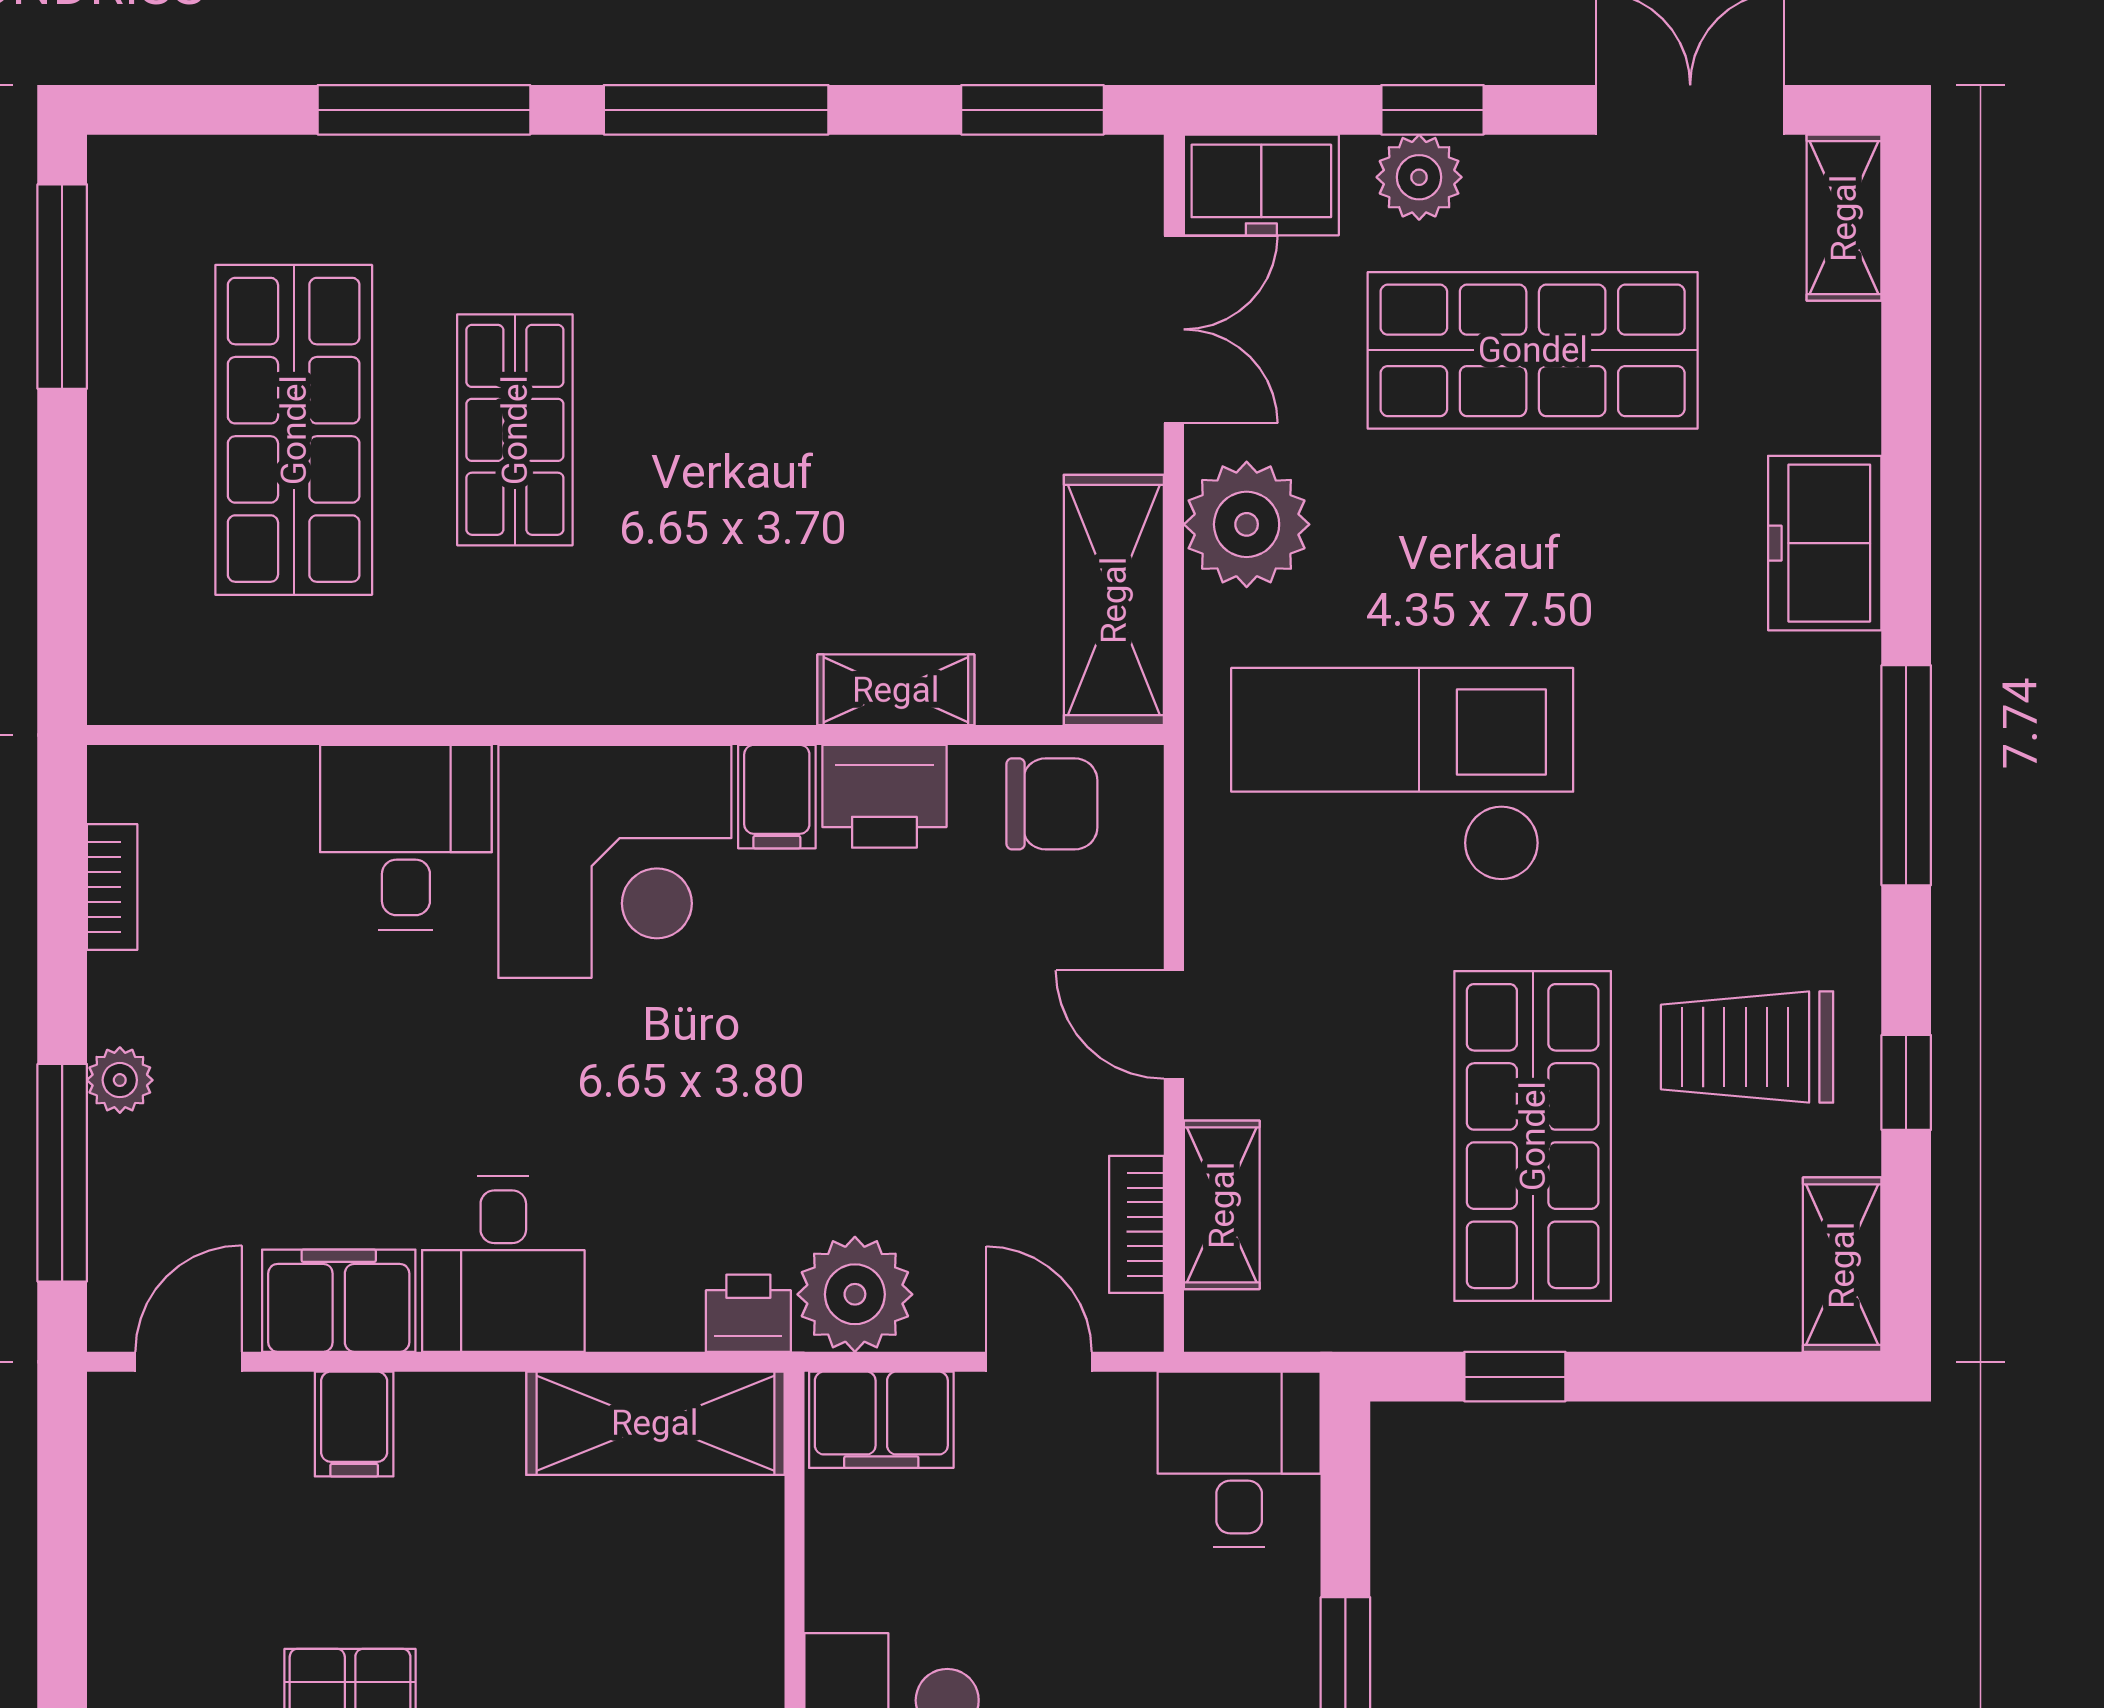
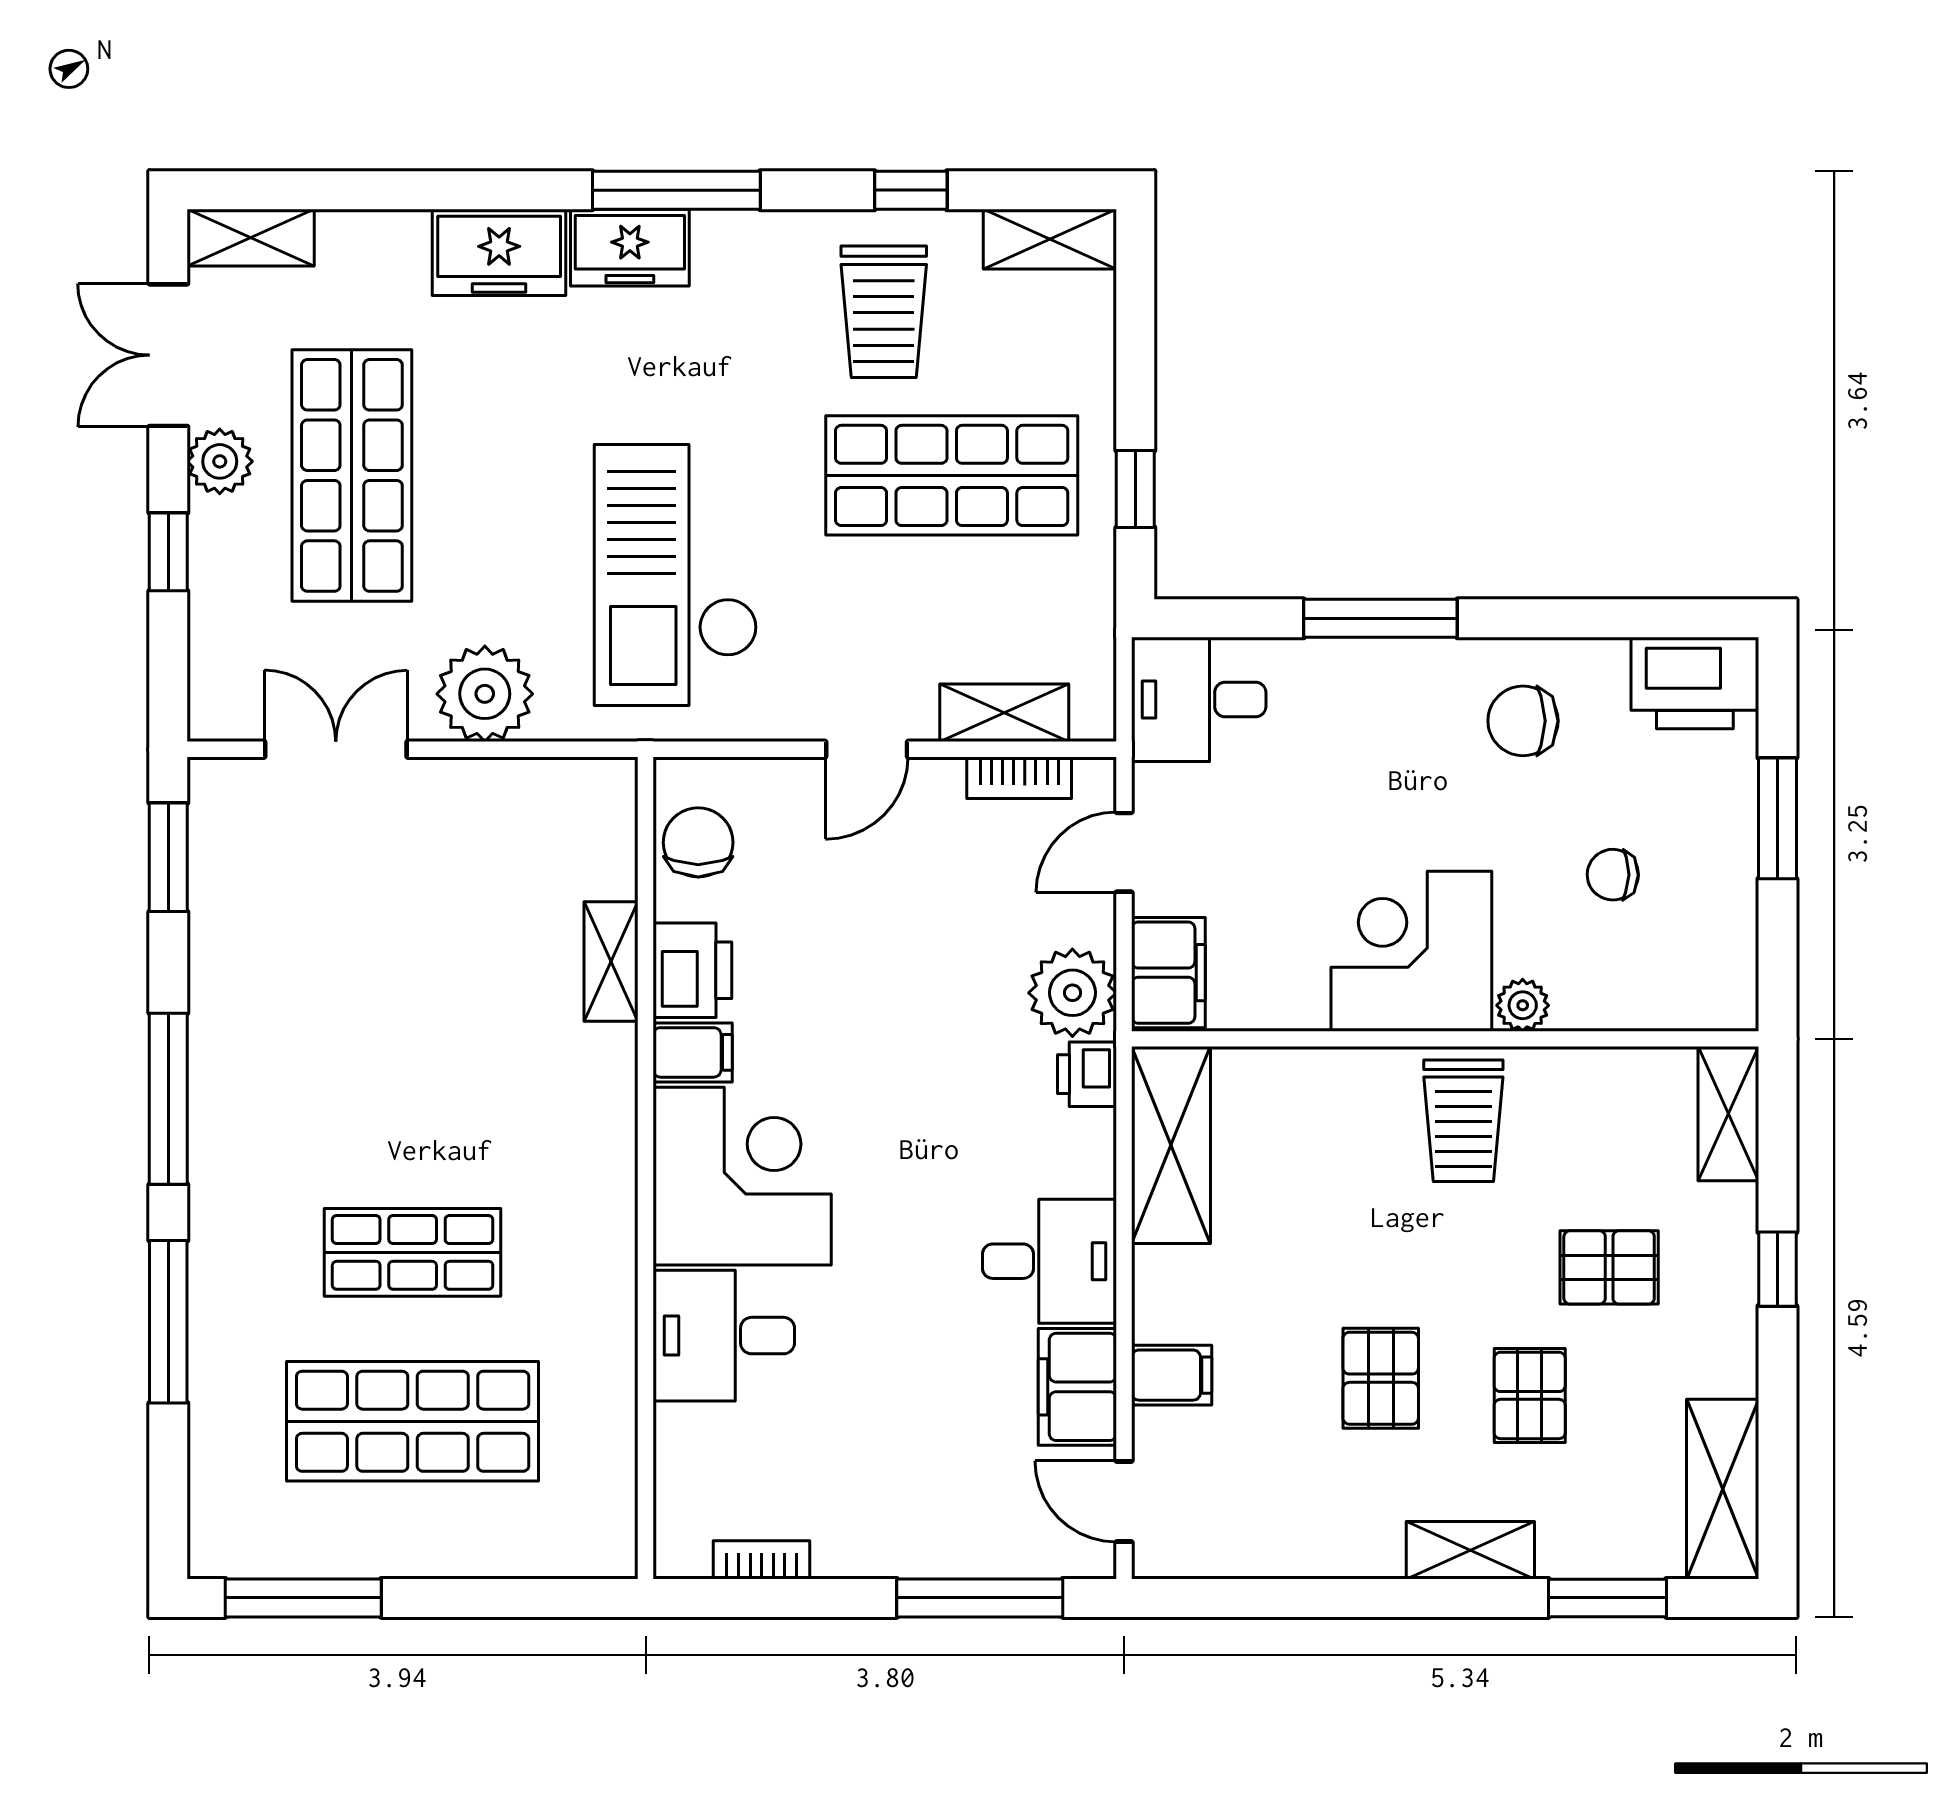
plant: (1419, 177) -> (220, 461), moved
freezer: (1261, 185) -> (630, 248), moved, turned 90
shelving: (1114, 600) -> (542, 795), removed
plant: (120, 1080) -> (909, 1554), removed

